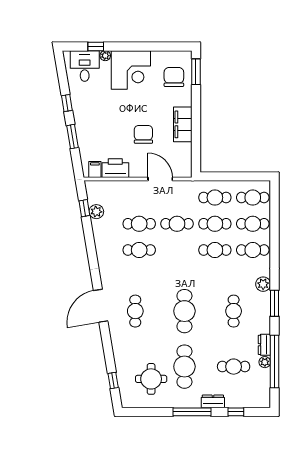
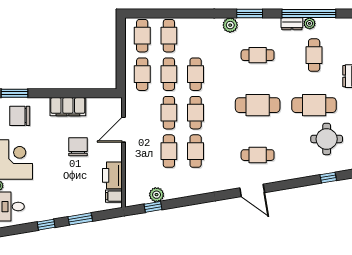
chair: (143, 134) -> (78, 147), turned 90
cafe table: (253, 250) -> (196, 113), moved
door: (101, 306) -> (252, 190), width x0.73

